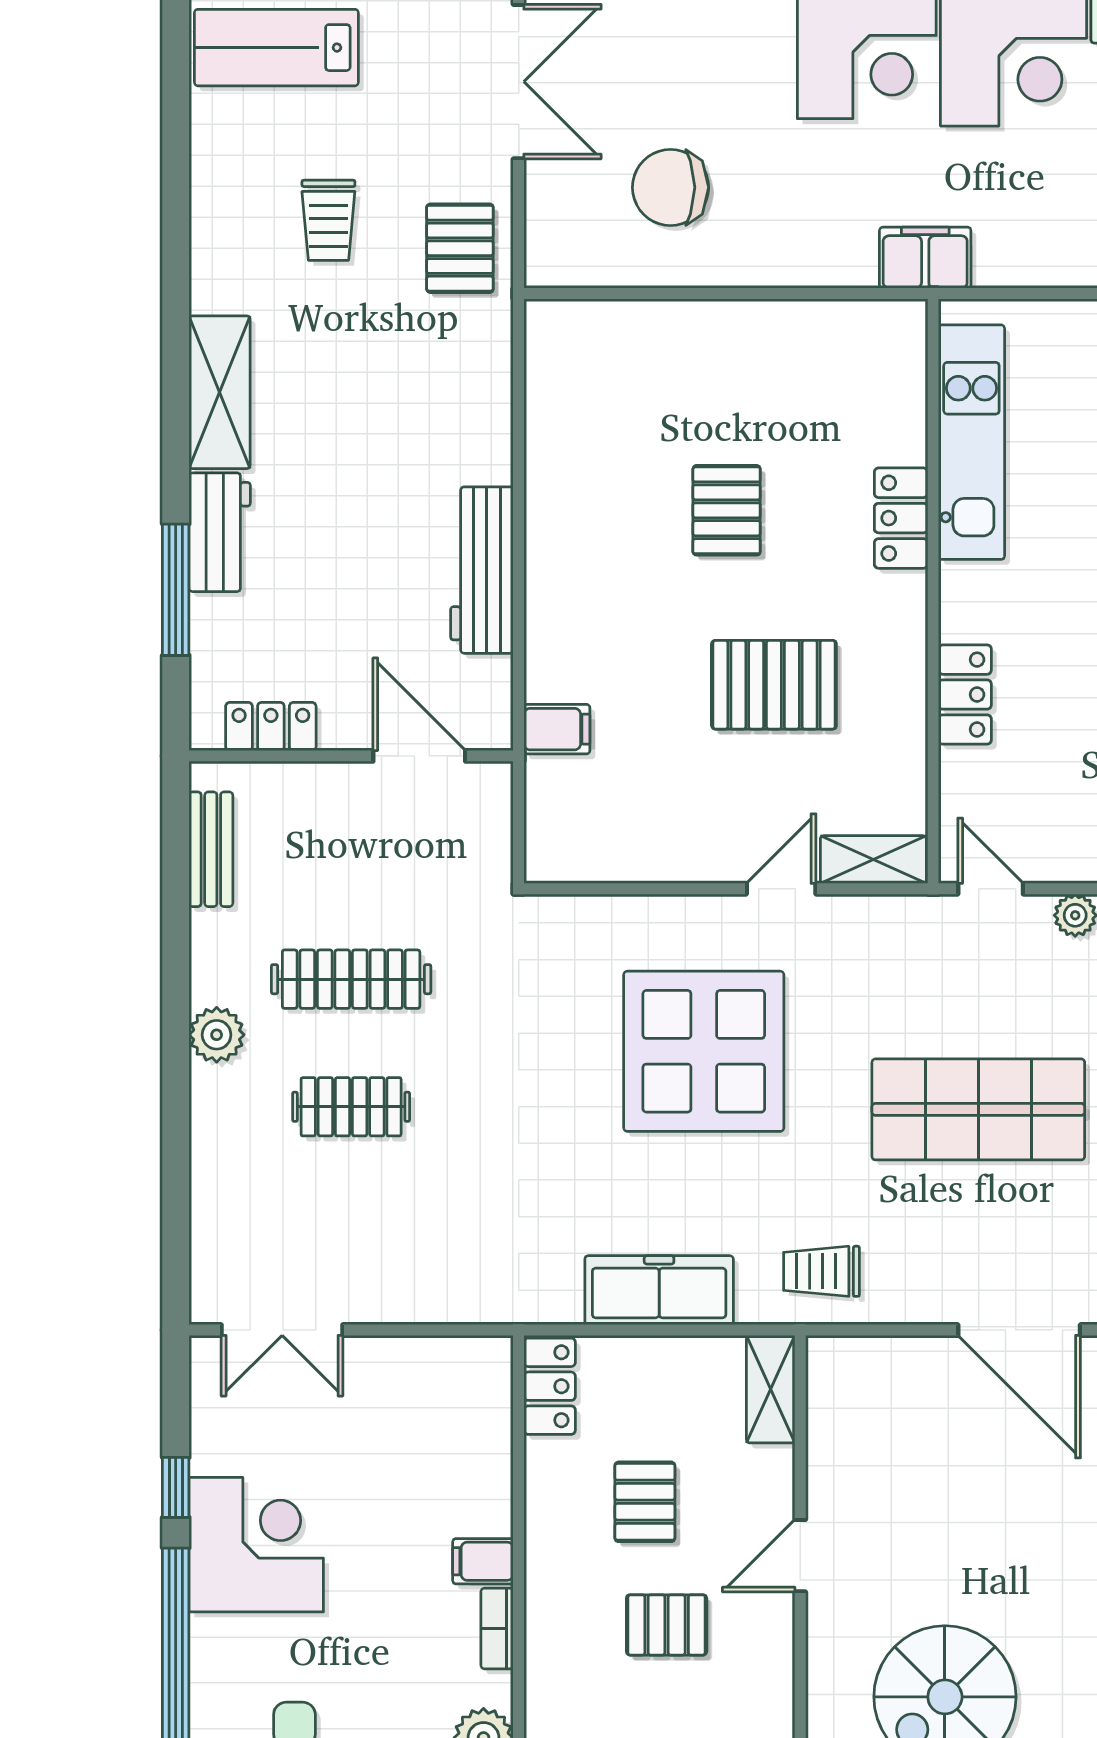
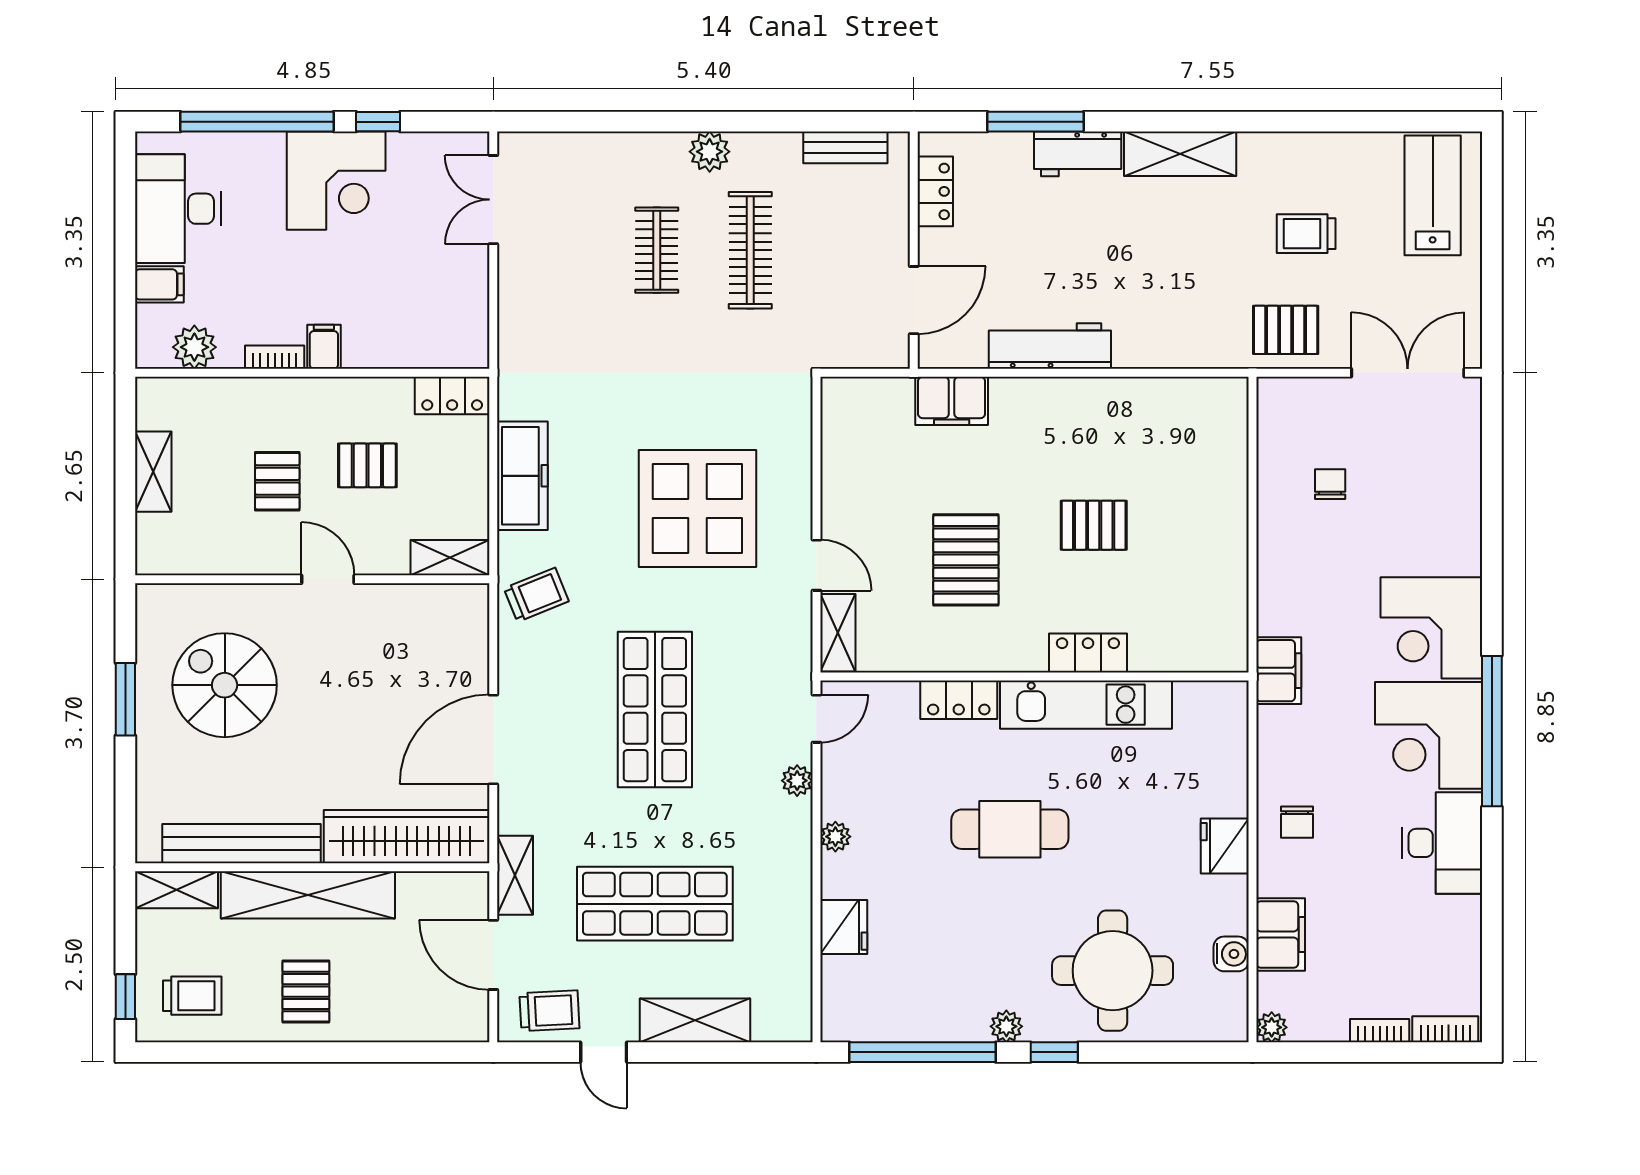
double door: (519, 82) -> (1408, 373), swing flipped
chair: (670, 187) -> (1330, 484), width x0.54, depth x0.54
kitchen unit: (971, 442) -> (1086, 705), moved
filing cabinet: (557, 729) -> (952, 401), width x2.00
trolley: (821, 1271) -> (536, 595), turned 68

